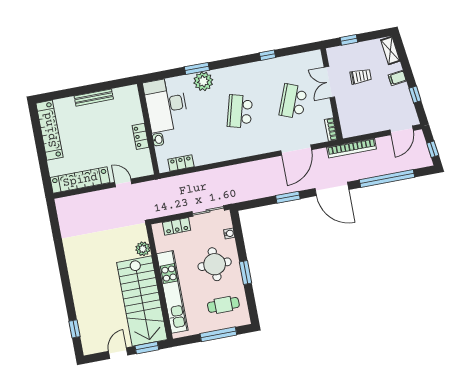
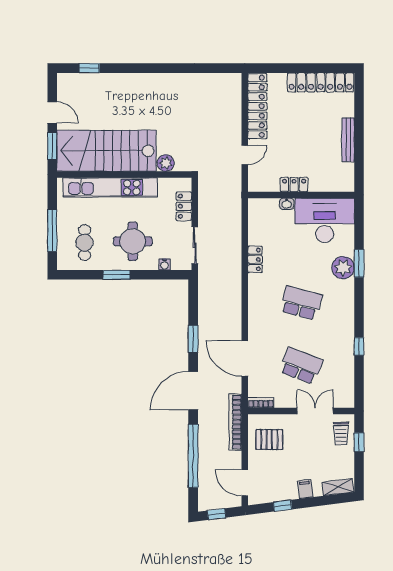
trolley: (361, 76) -> (341, 434), moved
pallet: (361, 116) -> (269, 440), added
locker: (181, 163) -> (255, 259), moved

